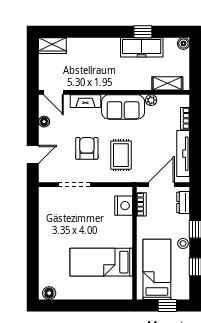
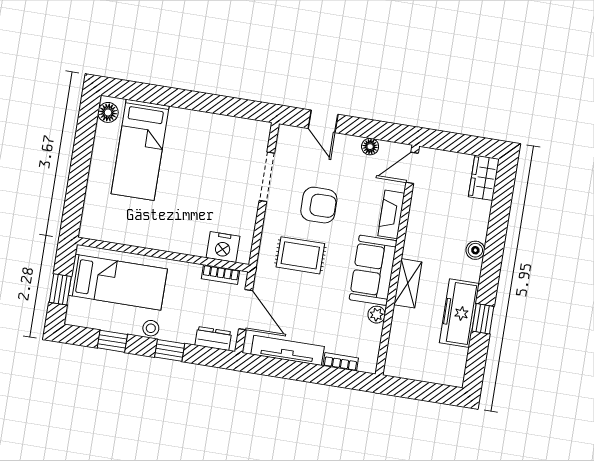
boiler: (183, 44) -> (475, 250), moved
shelving: (167, 83) -> (408, 283), moved
bed: (101, 262) -> (140, 150), moved, turned 180

